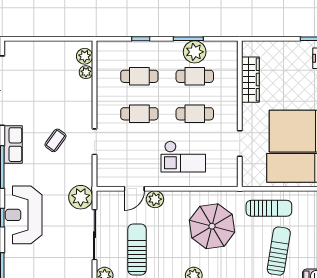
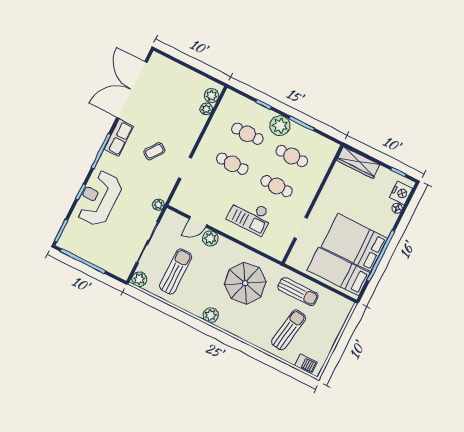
plant: (195, 52) -> (280, 126), moved
wardrobe: (250, 80) -> (358, 163), moved, turned 90
plant: (81, 197) -> (158, 205), width x0.53, depth x0.53

